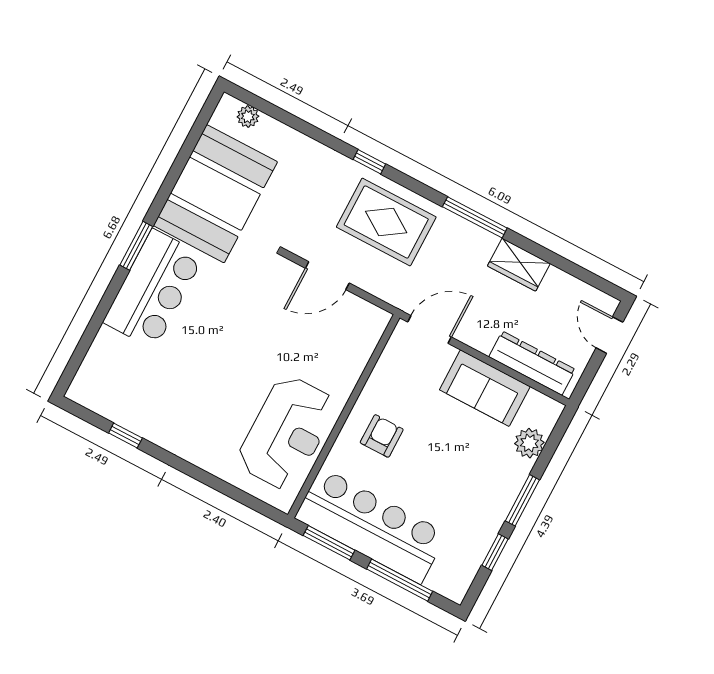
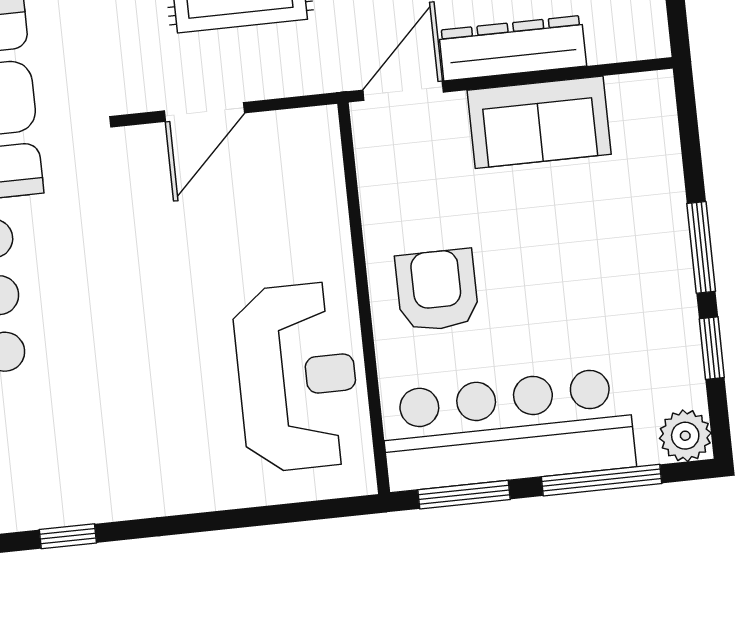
dresser: (532, 363) -> (513, 48), moved
armchair: (382, 436) -> (437, 290), width x1.38, depth x1.38
plant: (529, 443) -> (685, 436), moved

